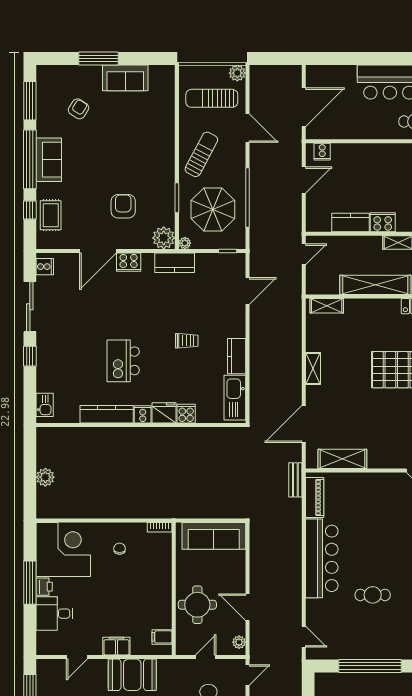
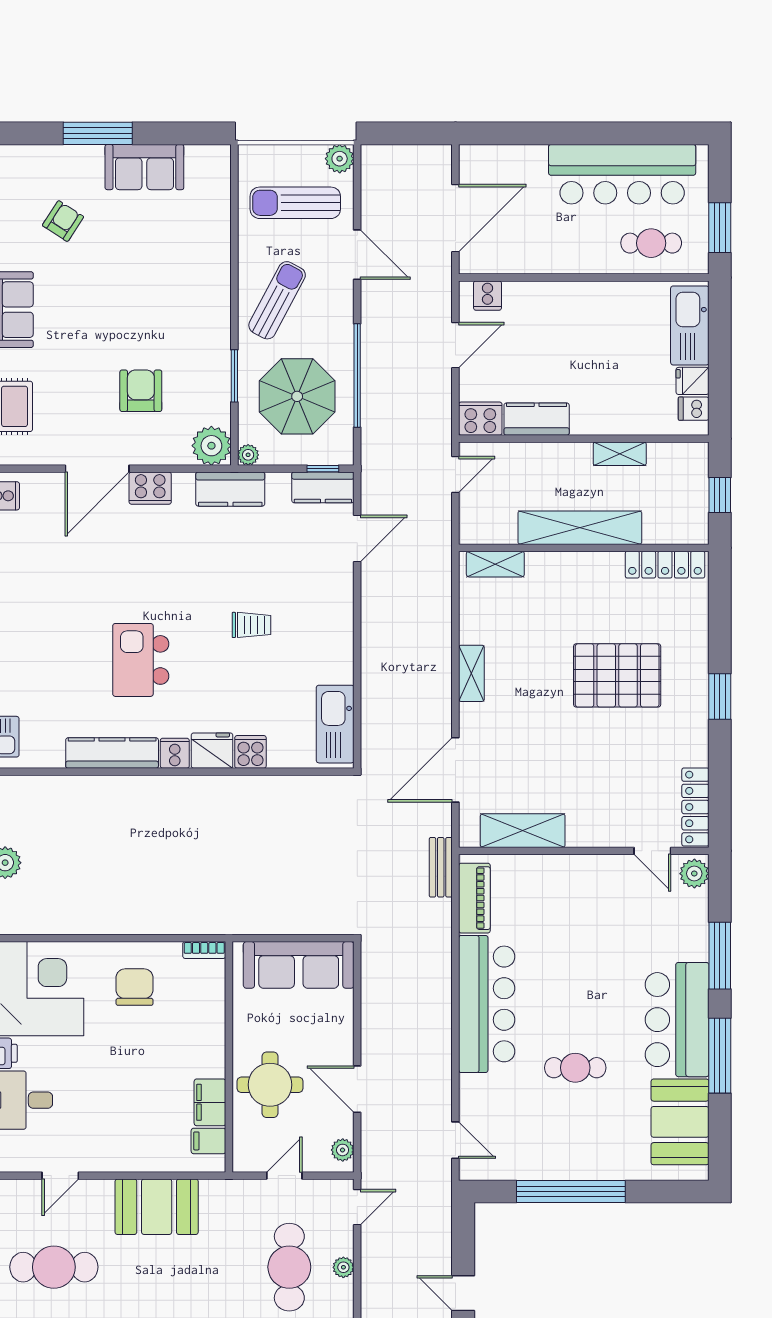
cooker: (383, 222) -> (480, 419), moved
kitchen counter: (237, 356) -> (323, 487), moved, turned -90
chair: (120, 549) -> (135, 987), width x1.87, depth x1.87
filing cabinet: (116, 646) -> (210, 1102), moved, turned -90

